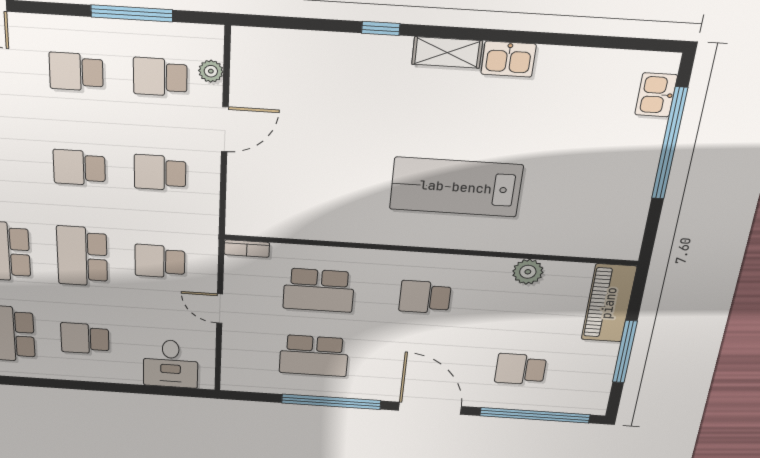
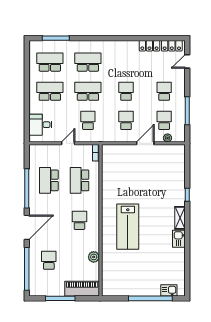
door: (225, 129) -> (145, 143), swing flipped
lab bench: (456, 187) -> (128, 227), turned 180
school desk: (85, 339) -> (50, 91), width x1.85

